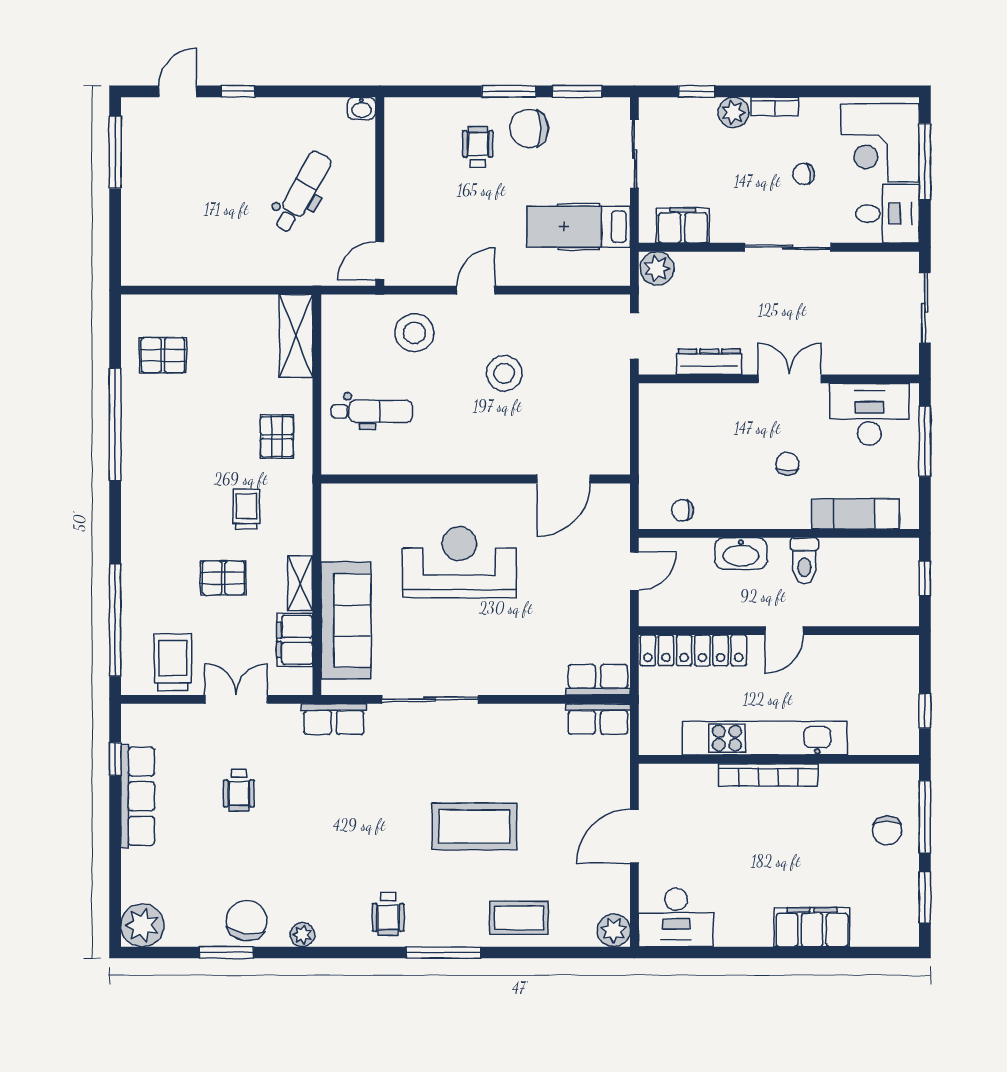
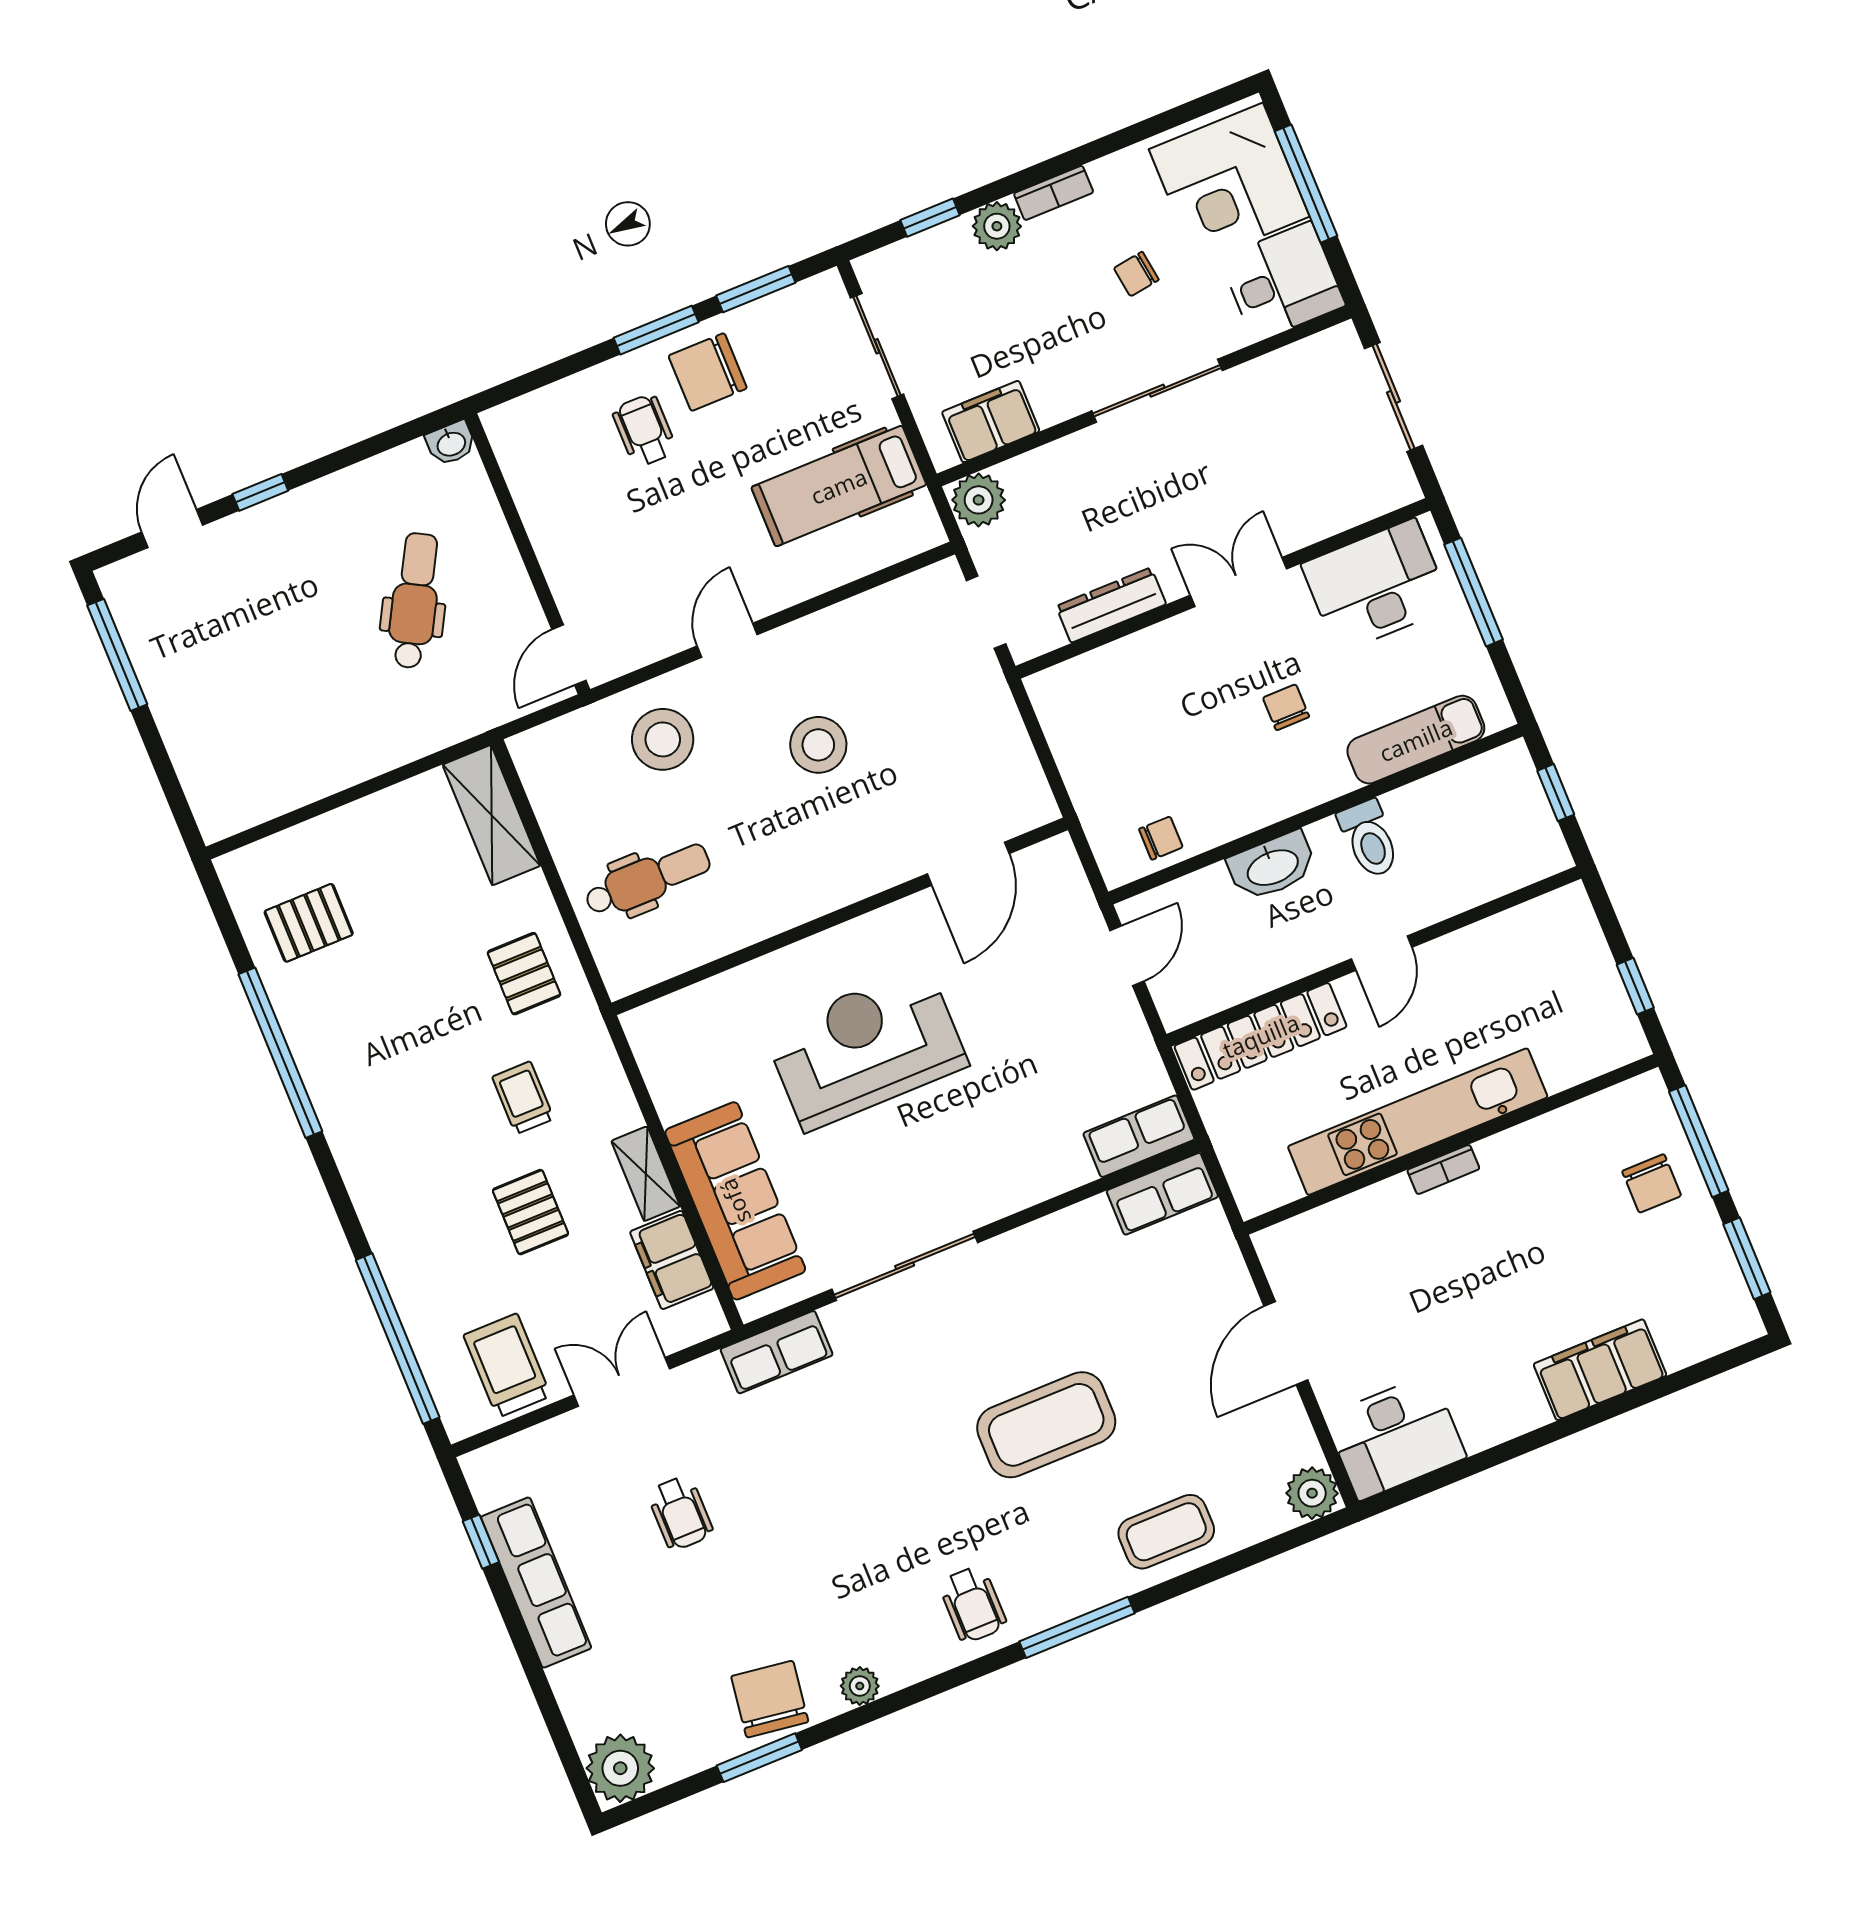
chair: (683, 510) -> (1161, 838), turned 180
pallet: (223, 578) -> (530, 1212), turned 90
bookcase: (768, 775) -> (1443, 1169), width x0.43, depth x0.76

